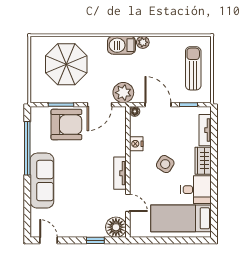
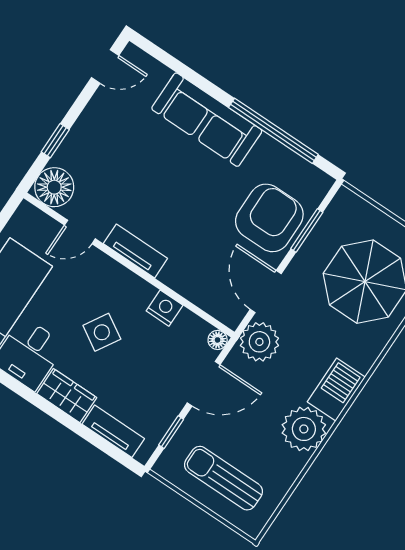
plant: (143, 42) -> (304, 429), width x1.88, depth x1.88
sun lounger: (193, 68) -> (223, 478), turned 180
armchair: (66, 125) -> (269, 218), turned 180

